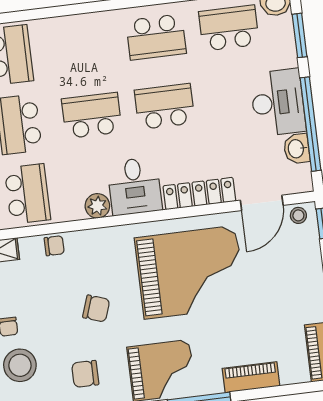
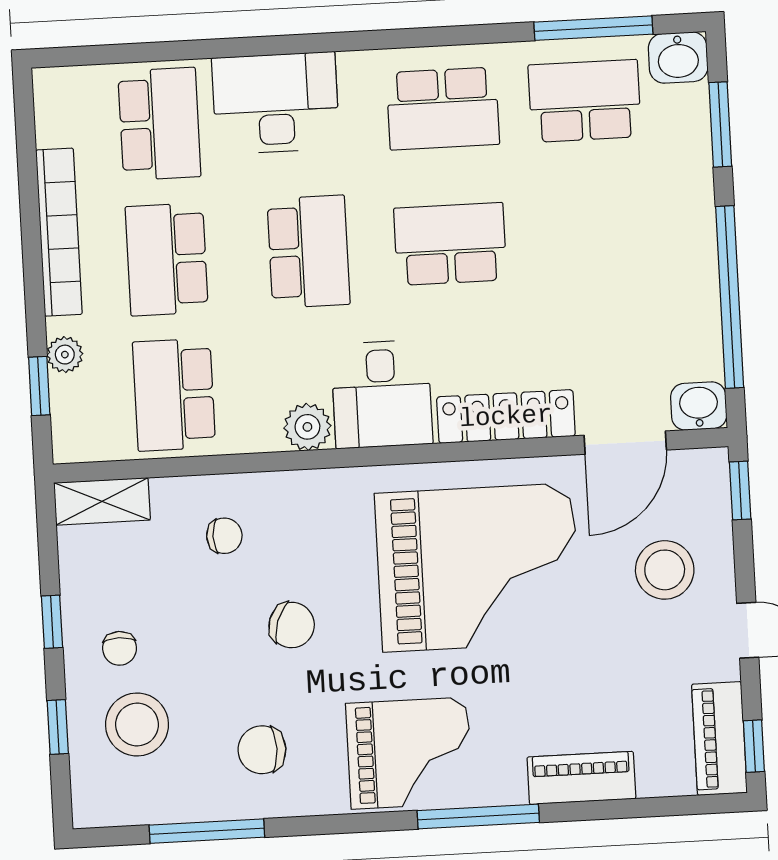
desk: (278, 103) -> (276, 103), moved, turned -90
school desk: (92, 115) -> (308, 252), turned 90
washbasin: (297, 149) -> (699, 406), moved, turned 90
school desk: (27, 194) -> (174, 395), turned 180
stool: (298, 215) -> (665, 570), moved, width x1.89, depth x1.89
chair: (54, 246) -> (224, 536), moved

